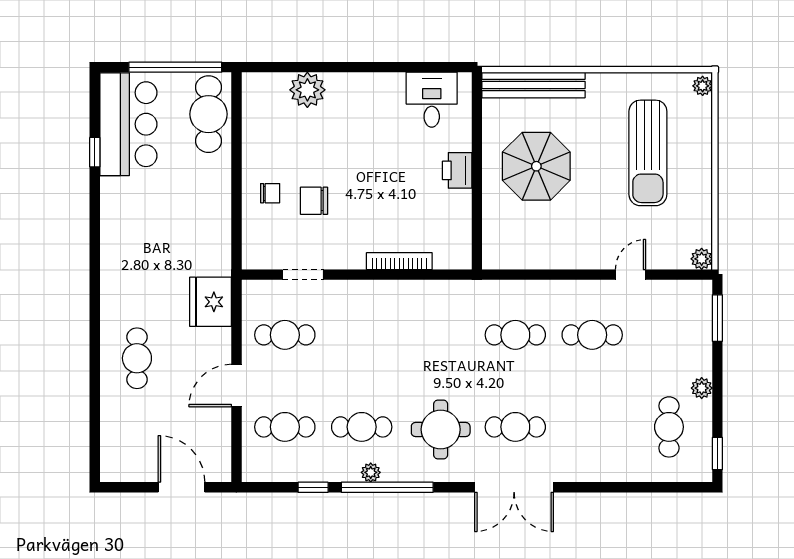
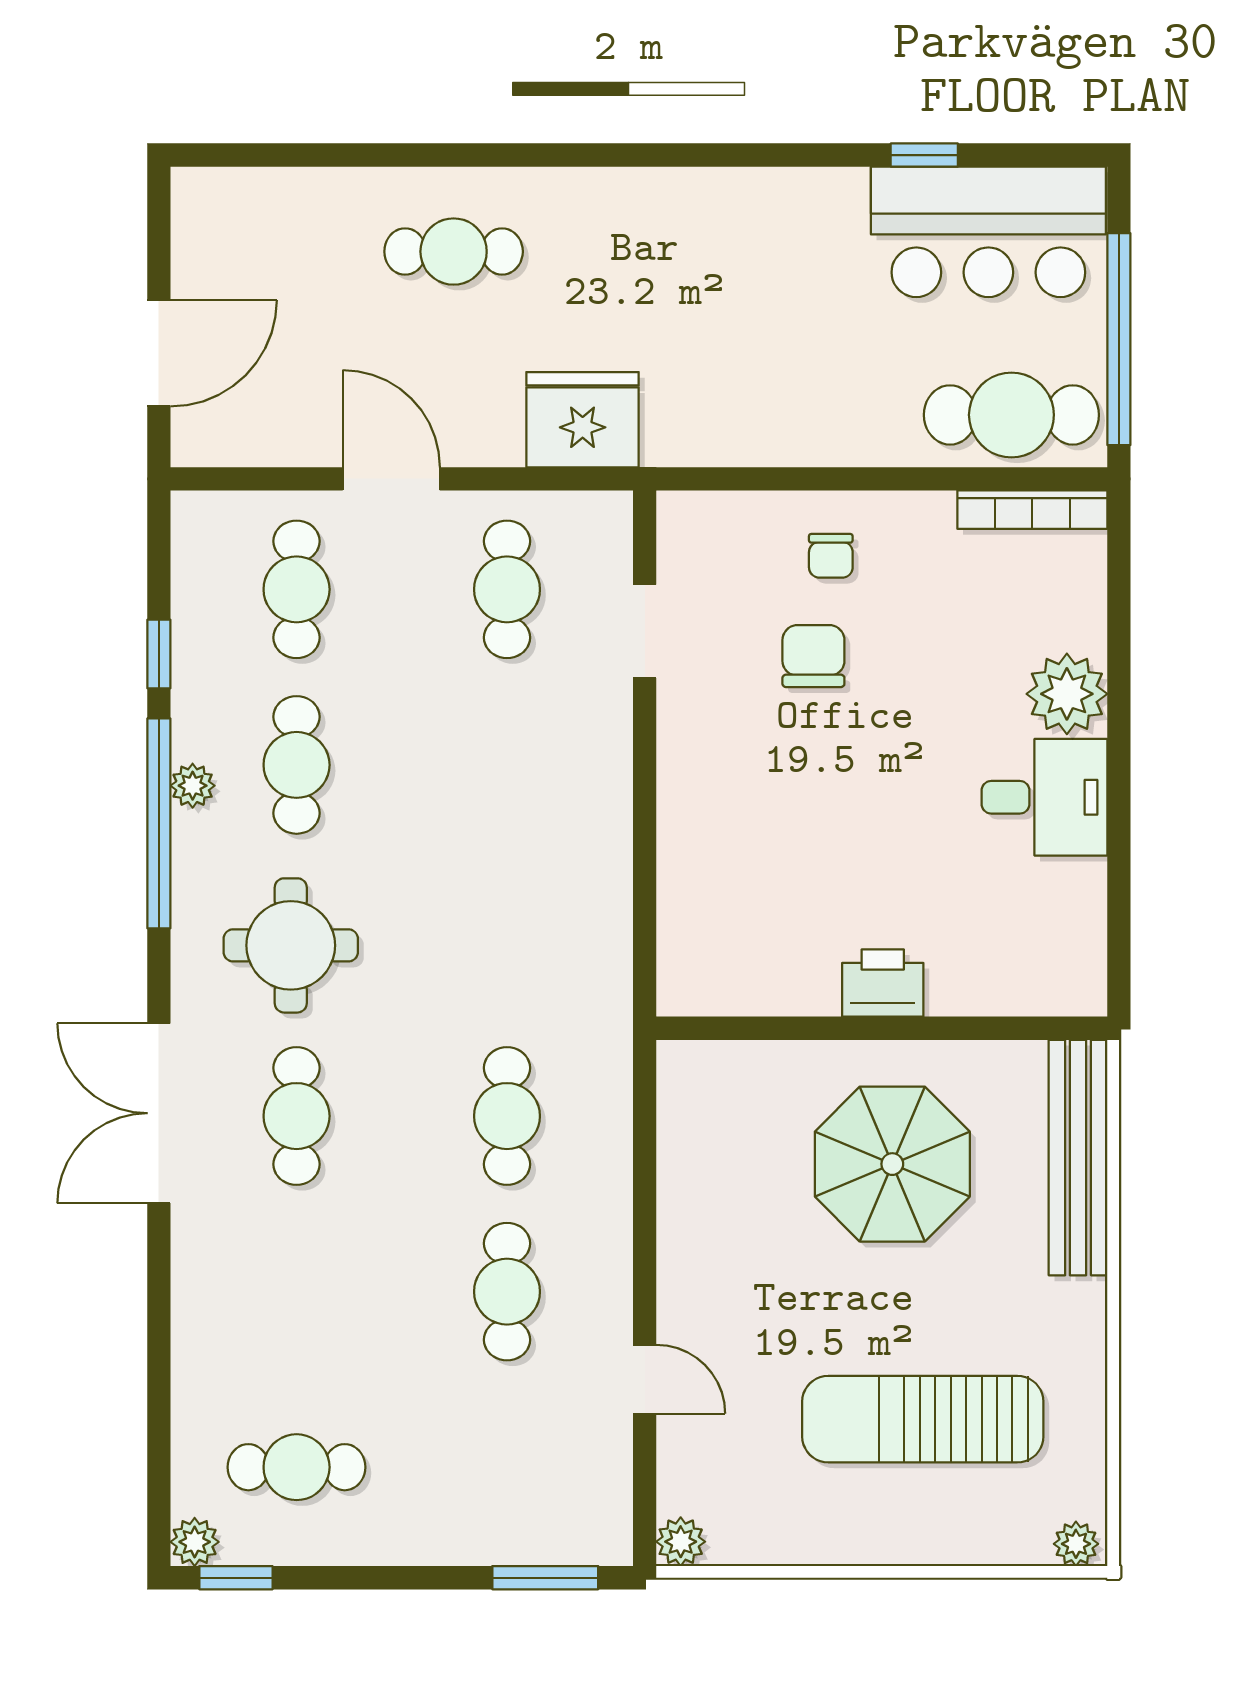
plant: (307, 90) -> (1067, 694), moved
desk: (432, 100) -> (1044, 797), moved
bookcase: (399, 261) -> (1032, 510), moved, turned 90
plant: (702, 388) -> (195, 1542), moved

